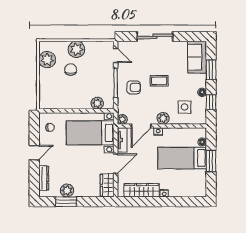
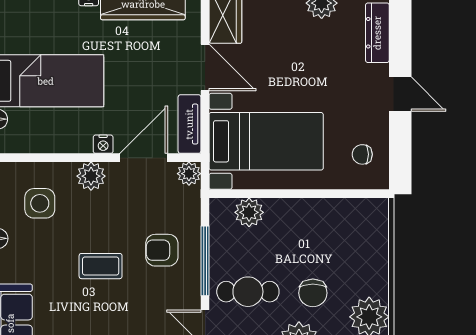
cafe table: (98, 70) -> (248, 292), added
door: (34, 152) -> (400, 94), swing flipped
door: (116, 164) -> (205, 67), swing flipped

